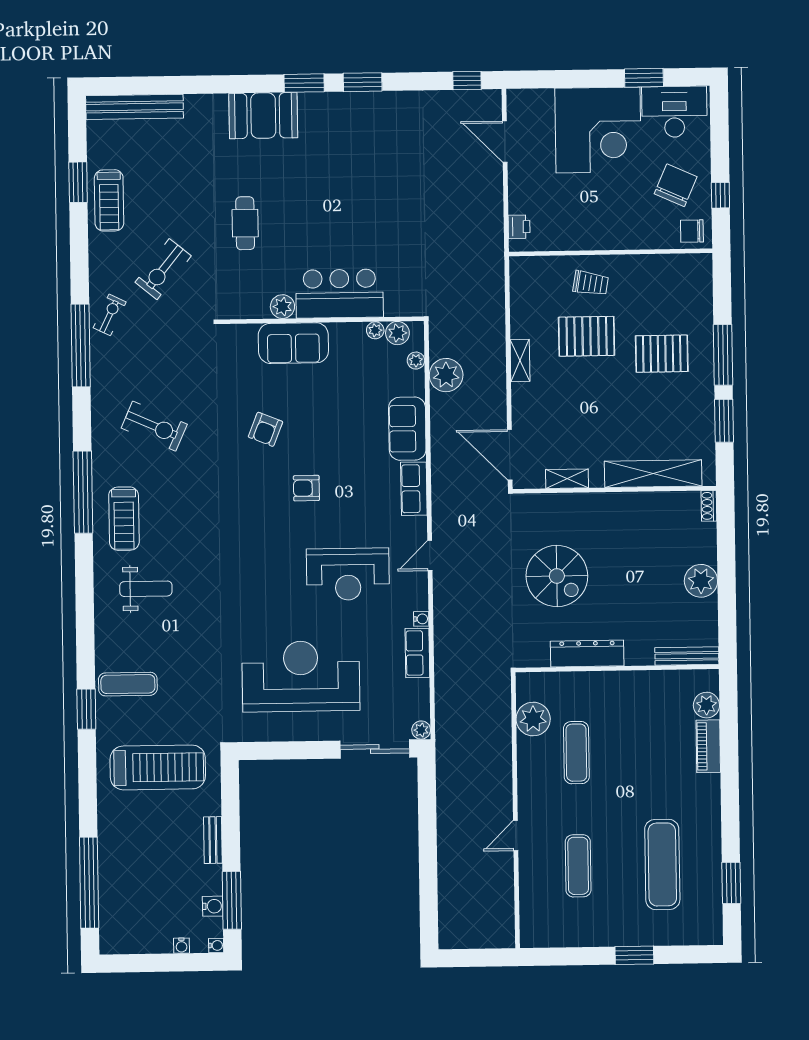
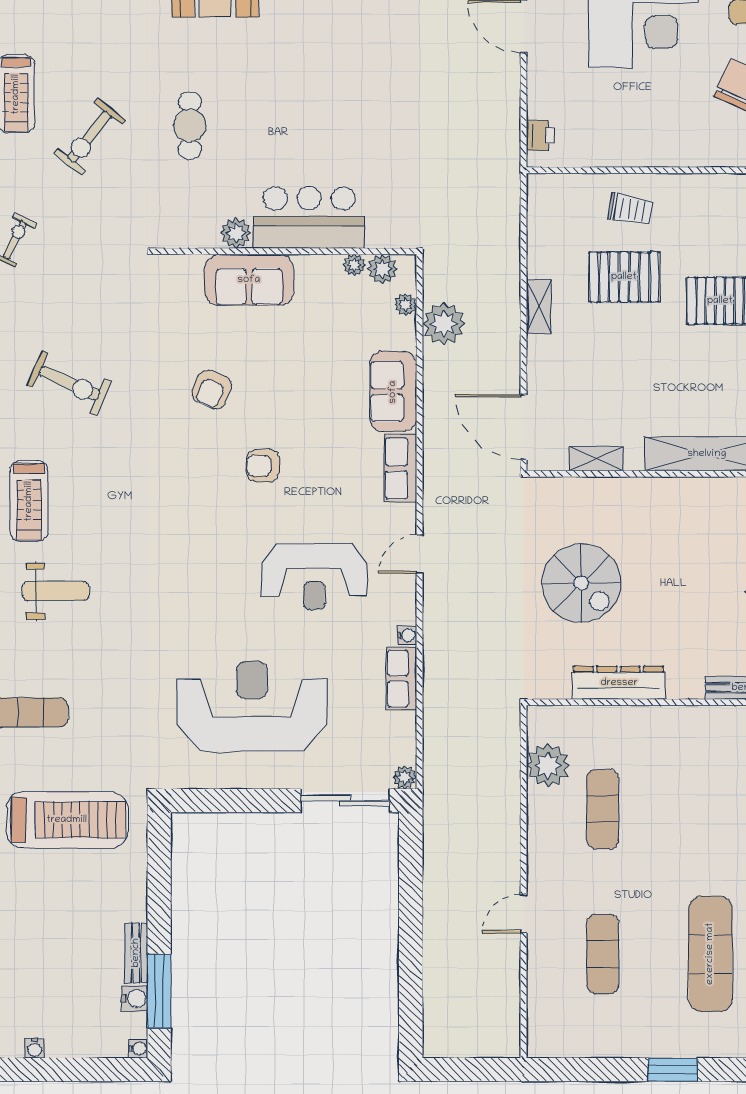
exercise bike: (163, 269) -> (89, 137), moved
bench: (213, 840) -> (136, 953), moved
water cooler: (182, 946) -> (35, 1048), moved

